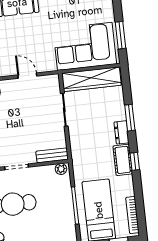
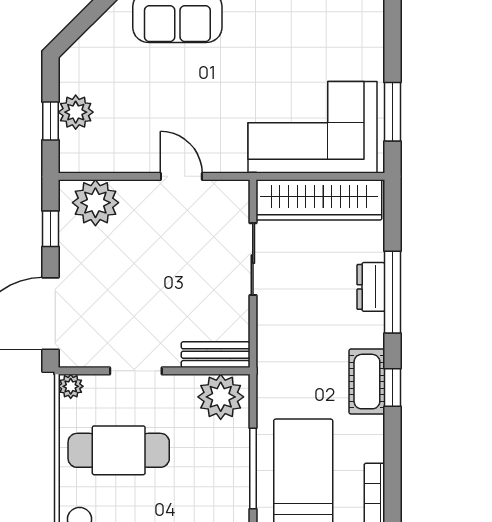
window: (130, 118) -> (393, 292), width x1.44
dresser: (121, 132) -> (371, 287), moved
plant: (61, 169) -> (221, 397), width x1.88, depth x1.88

